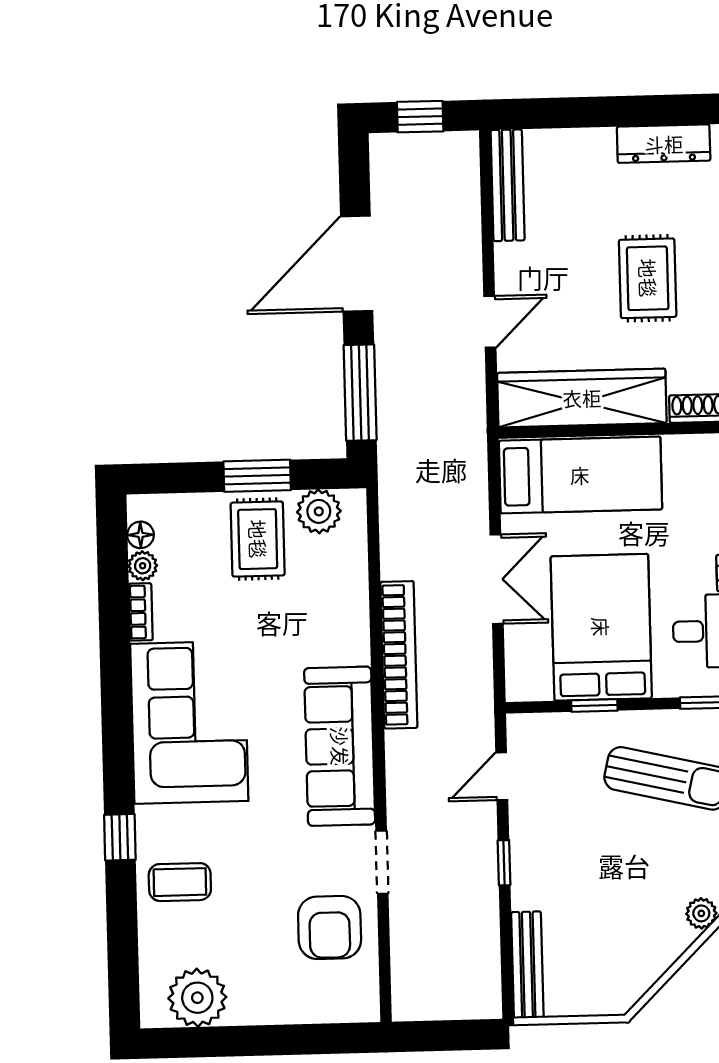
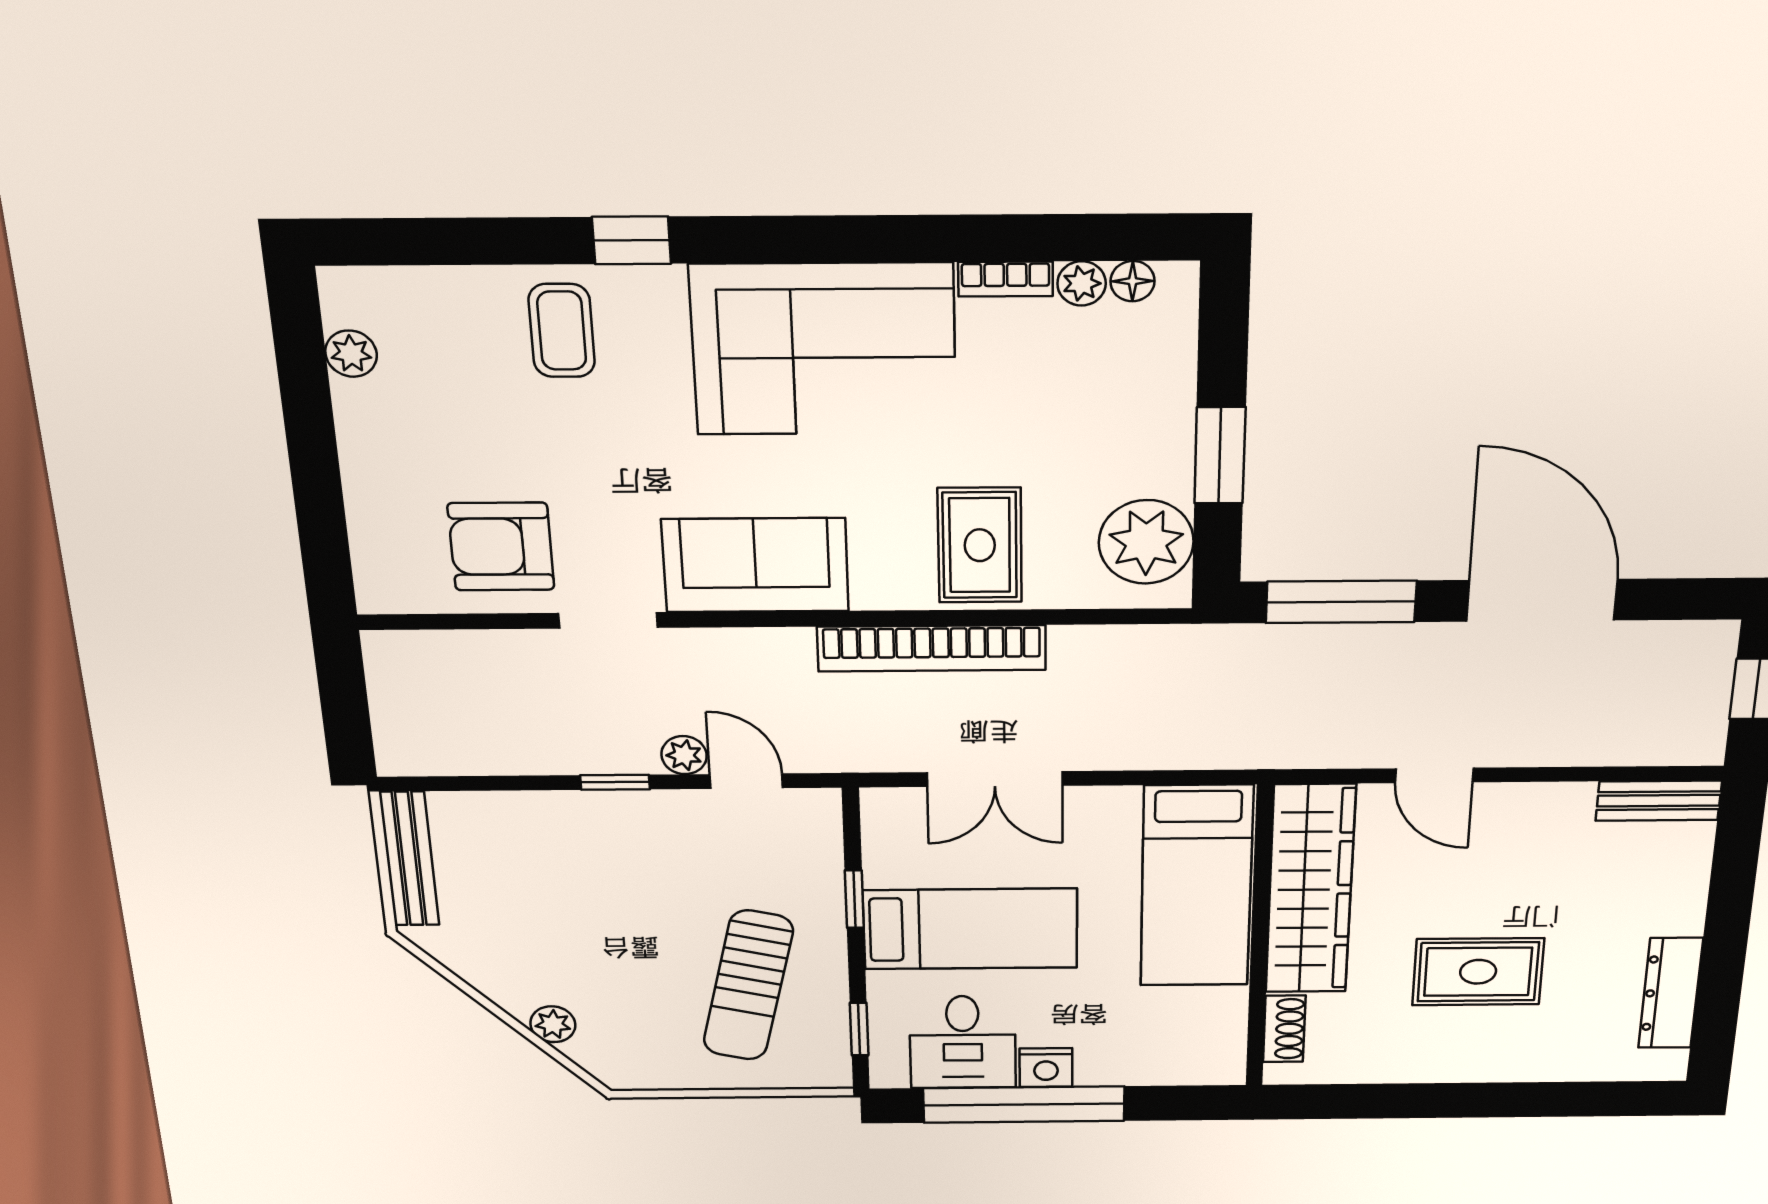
bench: (508, 185) -> (1659, 801), width x0.73
plant: (319, 511) -> (1146, 542), width x1.36, depth x1.36
rug: (258, 539) -> (980, 545), moved, turned 90
double door: (497, 579) -> (995, 779), moved
bed: (601, 627) -> (970, 929), width x0.67
sofa: (340, 746) -> (755, 565), width x0.73
plant: (482, 817) -> (684, 755), added
bench: (527, 965) -> (409, 859), moved, turned 90
plant: (197, 998) -> (351, 354), width x0.53, depth x0.53

